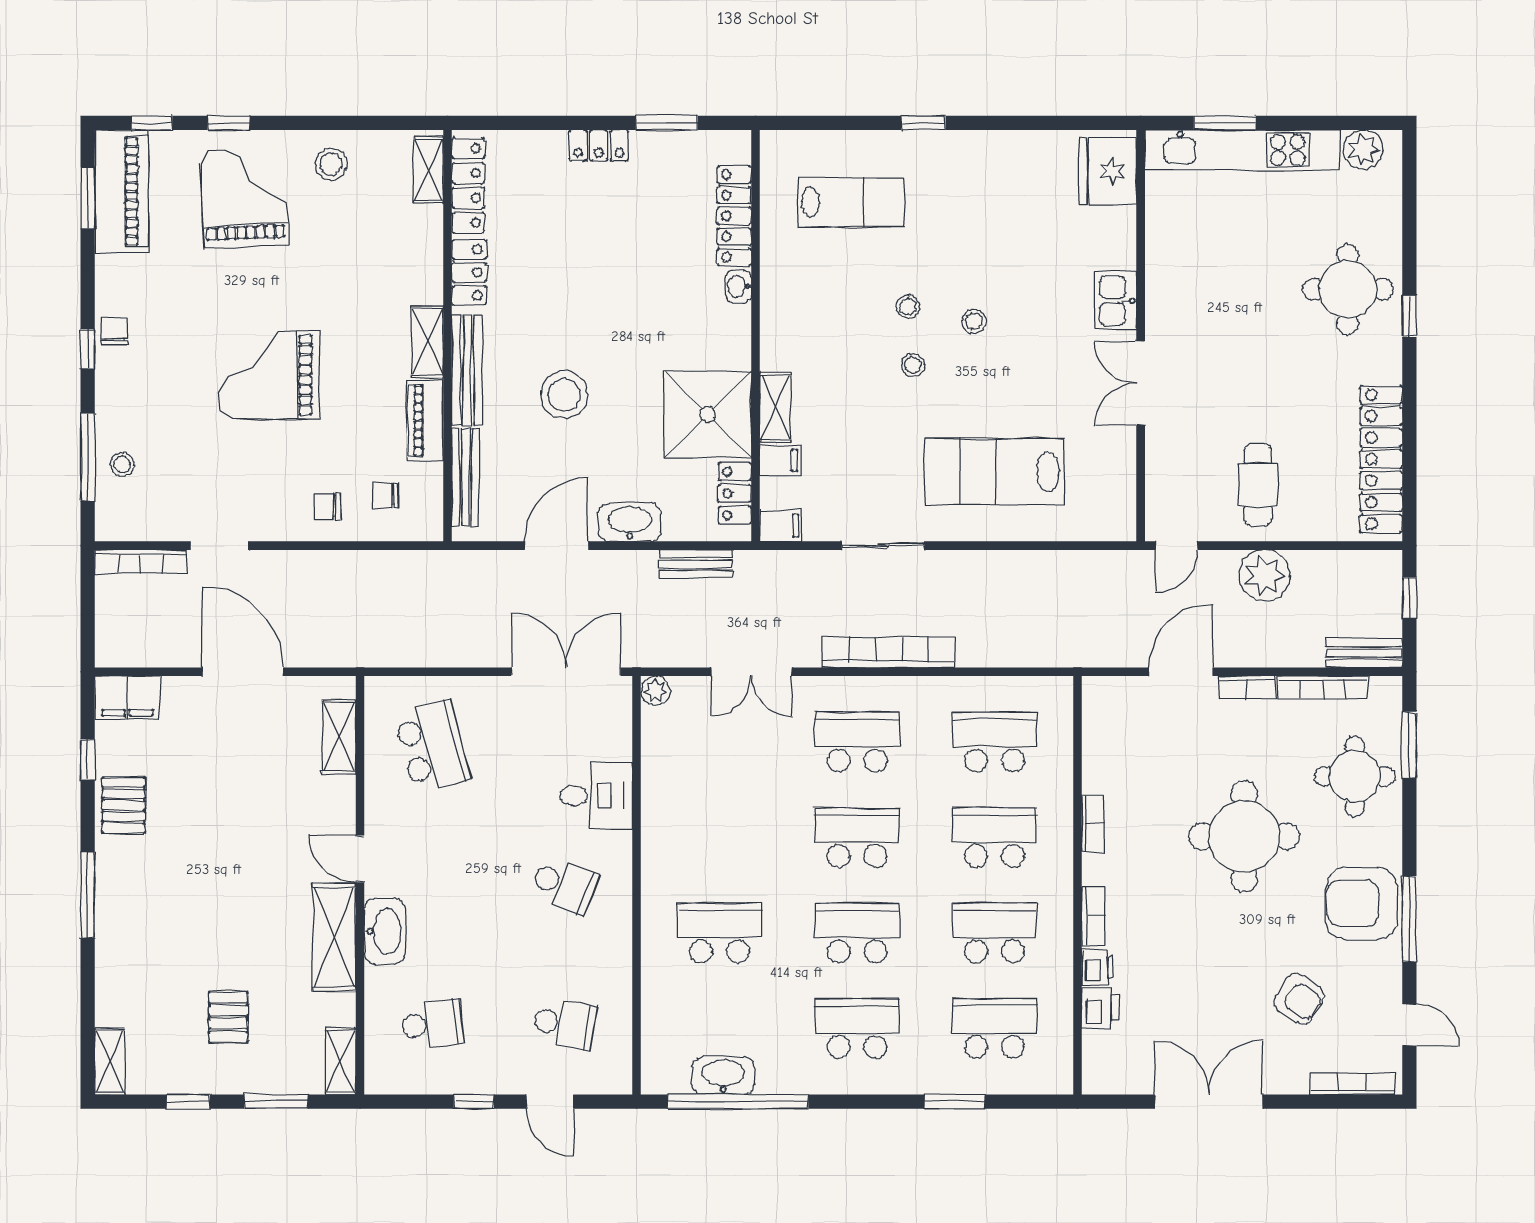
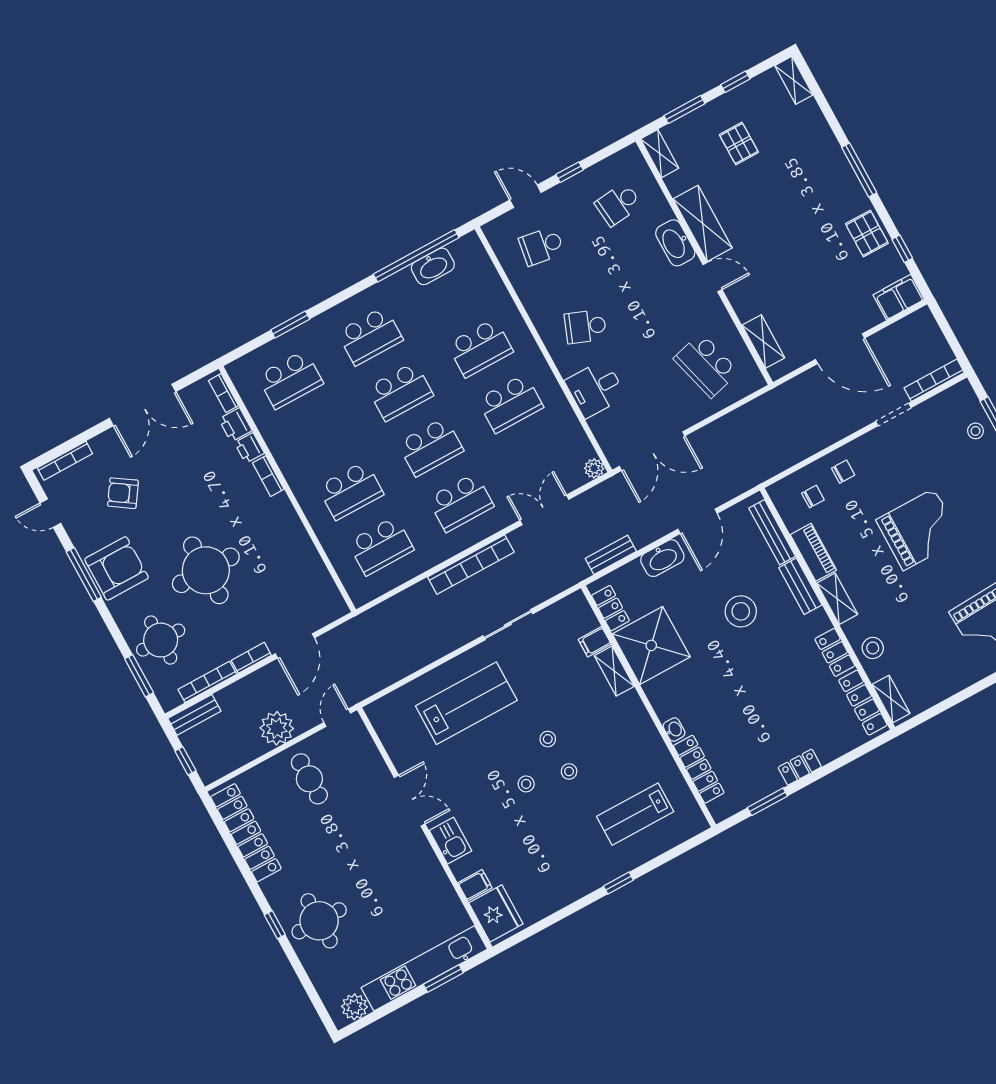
stool: (331, 164) -> (873, 648), moved
bench: (467, 370) -> (800, 586), width x0.73
filing cabinet: (781, 526) -> (475, 885), moved, turned 180
bookcase: (1093, 823) -> (223, 393), moved
school desk: (995, 933) -> (510, 403), moved

